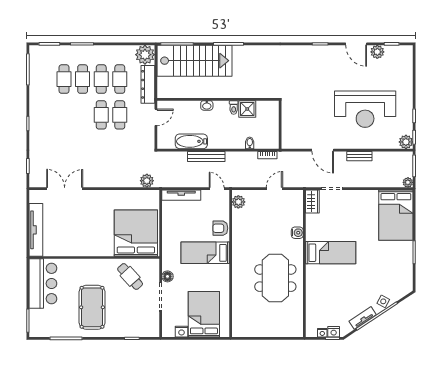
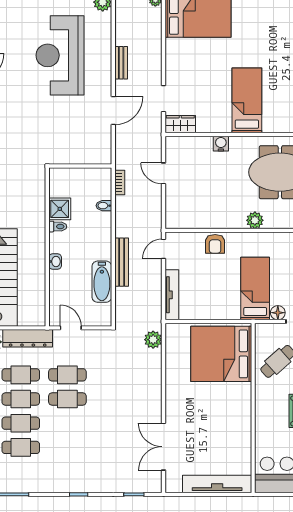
reception desk: (365, 109) -> (60, 55), turned 180
plant: (238, 202) -> (255, 220), moved
bed: (205, 253) -> (255, 288), moved, turned 180

